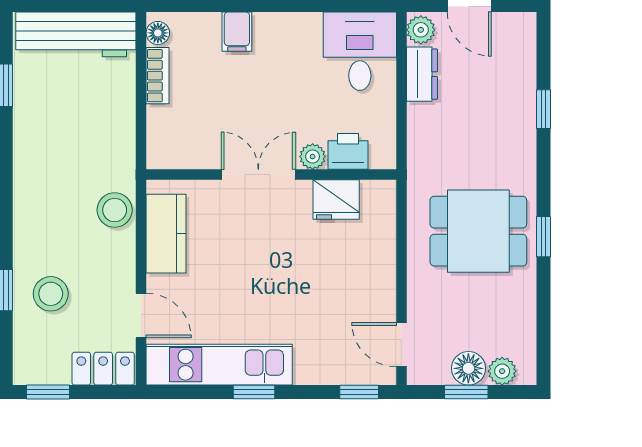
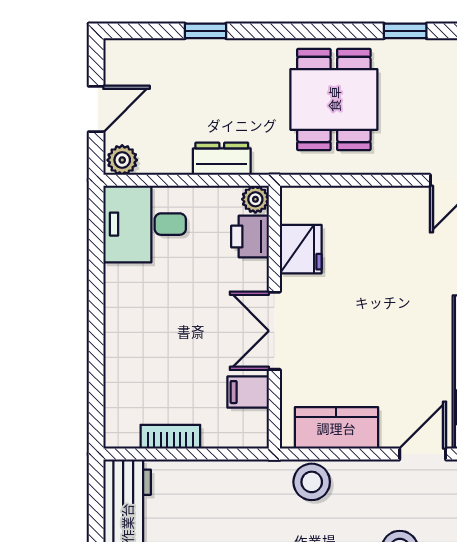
filing cabinet: (237, 32) -> (248, 392), moved, turned 180
floor lamp: (158, 33) -> (125, 436), removed
dresser: (422, 74) -> (222, 159), moved
plant: (313, 157) -> (255, 199), moved
window: (544, 237) -> (405, 31), moved

